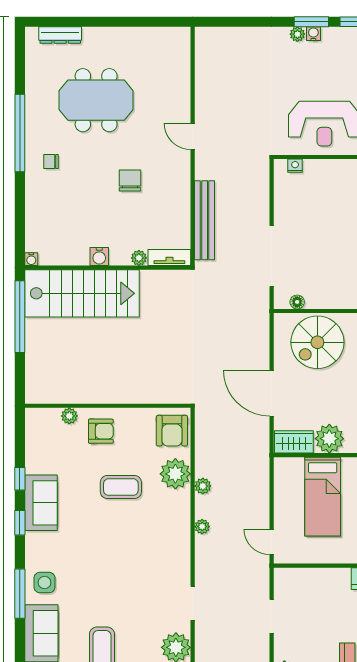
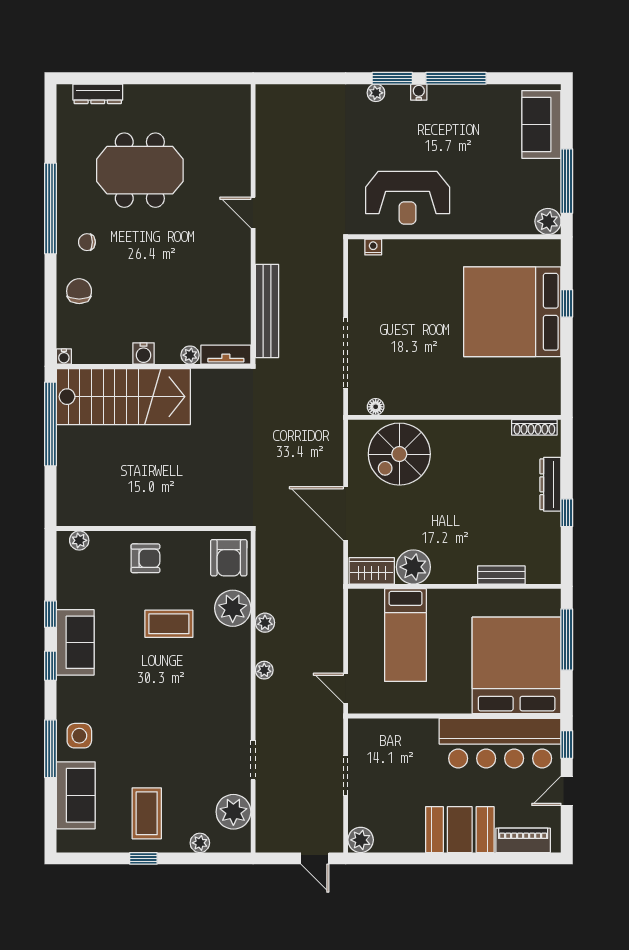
water cooler: (313, 34) -> (419, 92), moved
chair: (130, 181) -> (79, 291), moved
plant: (69, 416) -> (79, 540), moved

